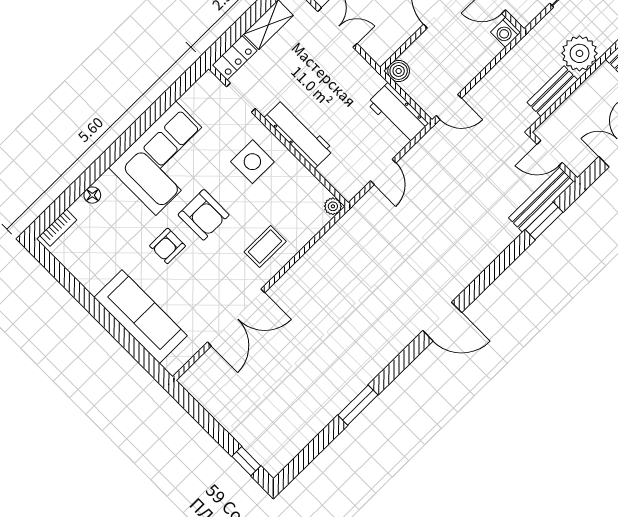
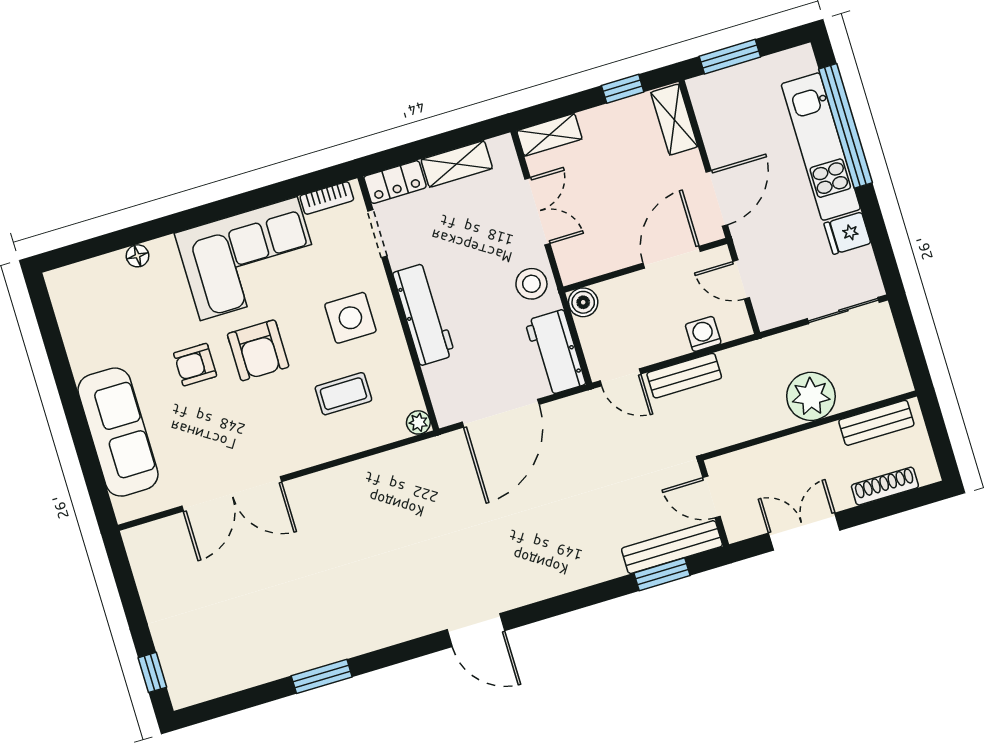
washing machine: (506, 32) -> (703, 334), moved, turned 90
stool: (359, 77) -> (531, 284), added
bench: (553, 91) -> (684, 376), moved
door: (383, 172) -> (501, 413), width x1.87
bookcase: (58, 228) -> (327, 198), moved
coffee table: (265, 247) -> (343, 394), moved

